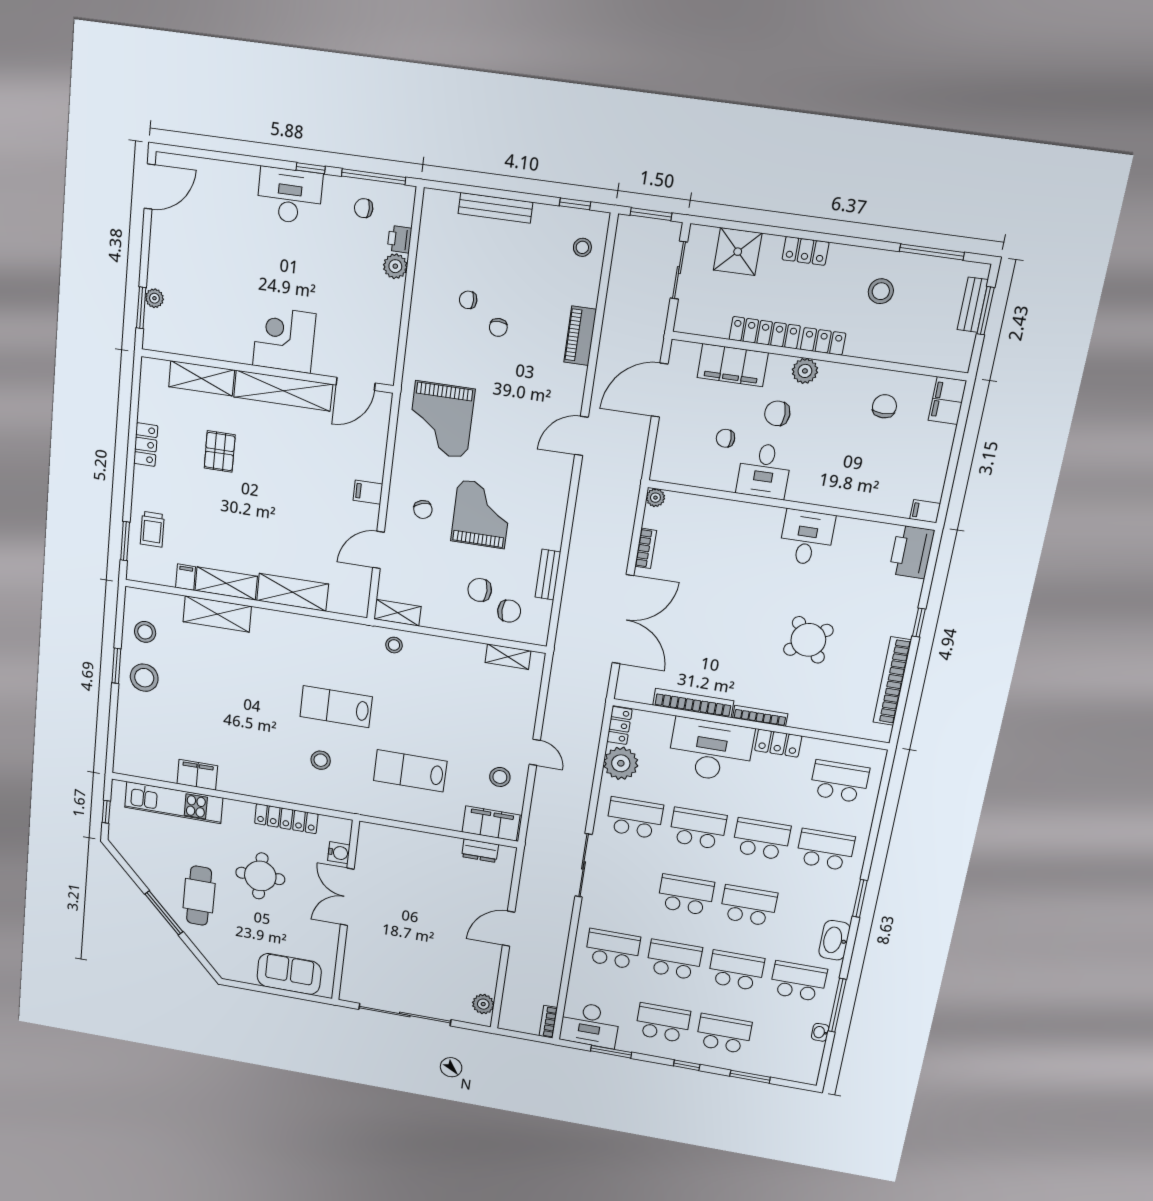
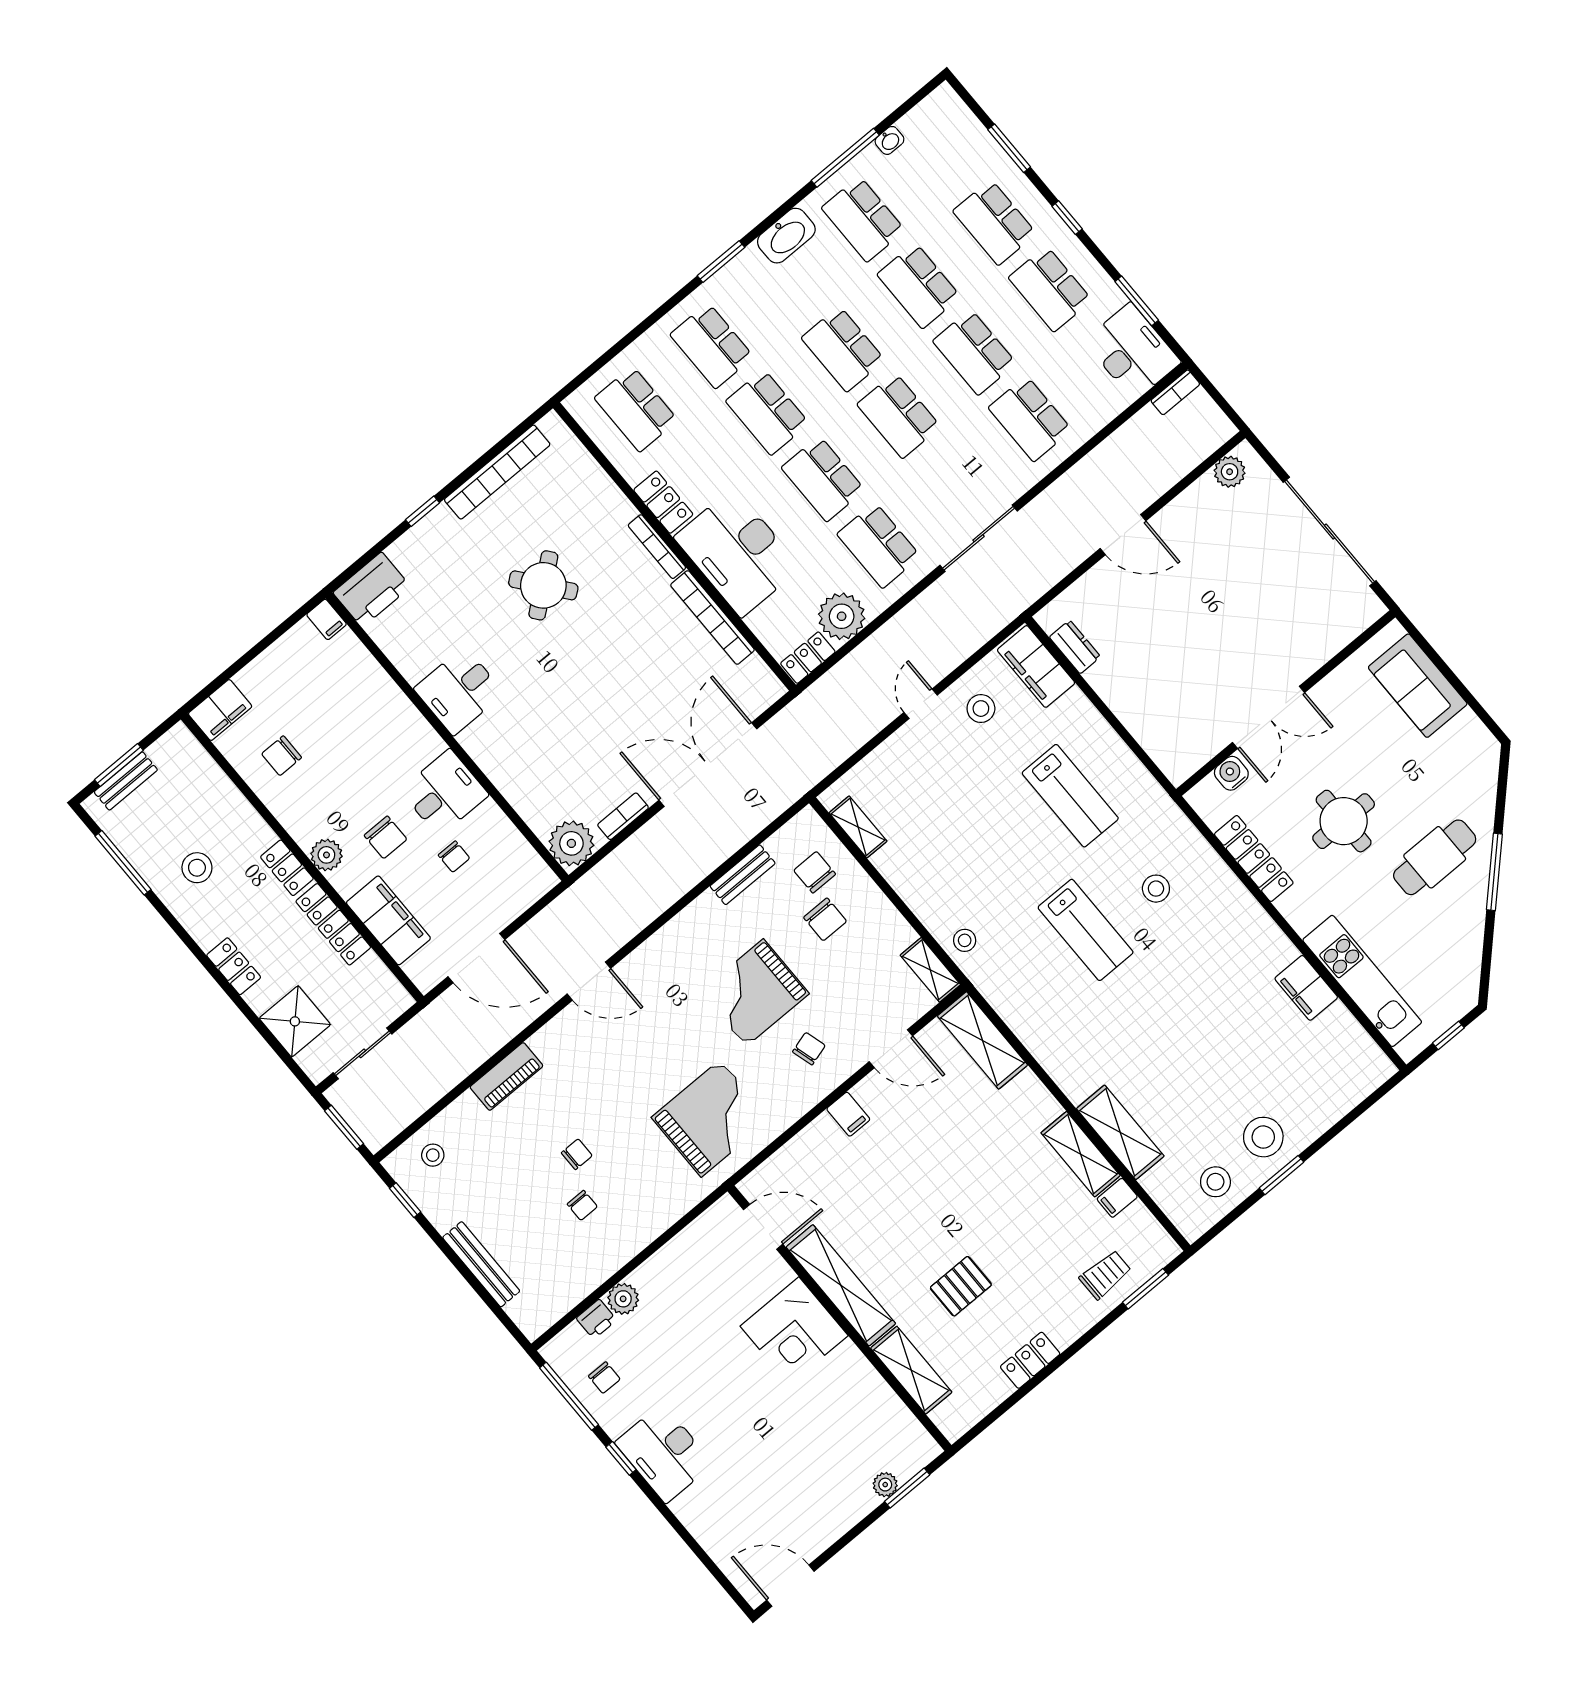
plant: (655, 498) -> (571, 843), width x1.87, depth x1.87
shelving: (293, 592) -> (982, 1040), moved

